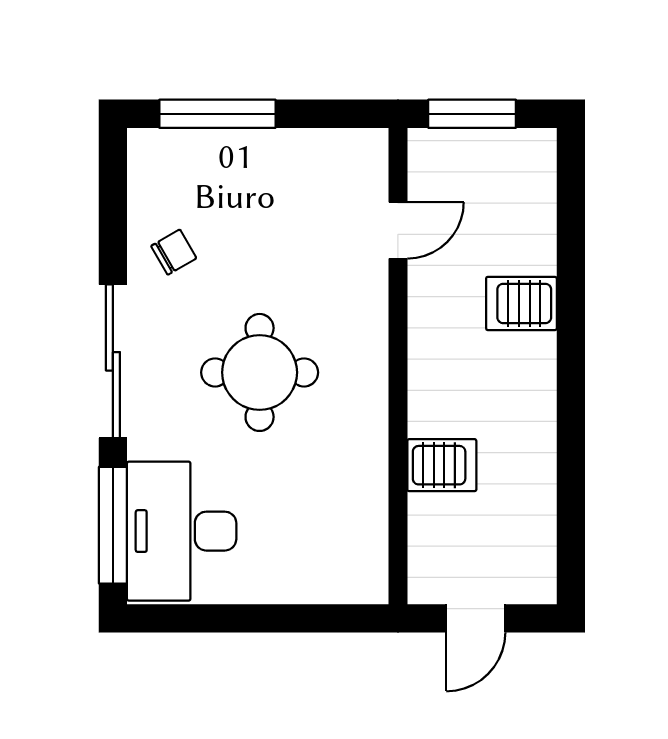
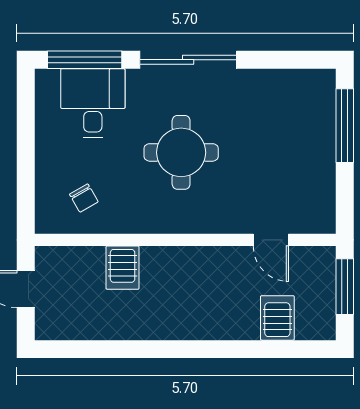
chair: (174, 252) -> (84, 198), moved
server rack: (521, 303) -> (277, 318), moved
desk: (182, 531) -> (93, 103), width x0.73

